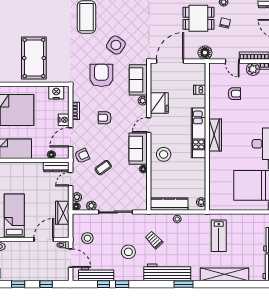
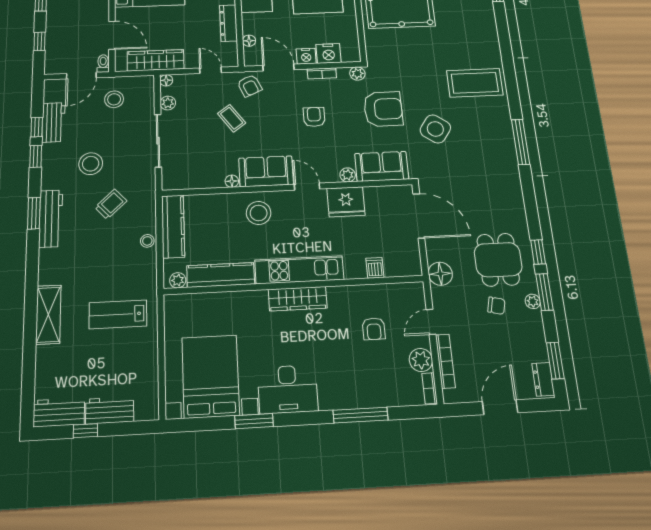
nightstand: (56, 93) -> (329, 53), moved, turned 90
dresser: (56, 167) -> (228, 23), moved
kitchen counter: (199, 178) -> (221, 275), added
plant: (77, 197) -> (357, 74), moved
wardrobe: (62, 213) -> (156, 60), width x1.50
workbench: (167, 272) -> (51, 219), width x0.73, depth x0.76
workbench: (96, 274) -> (53, 122), width x0.73
shelving: (225, 274) -> (48, 315), width x0.68
window: (183, 284) -> (34, 213), moved

